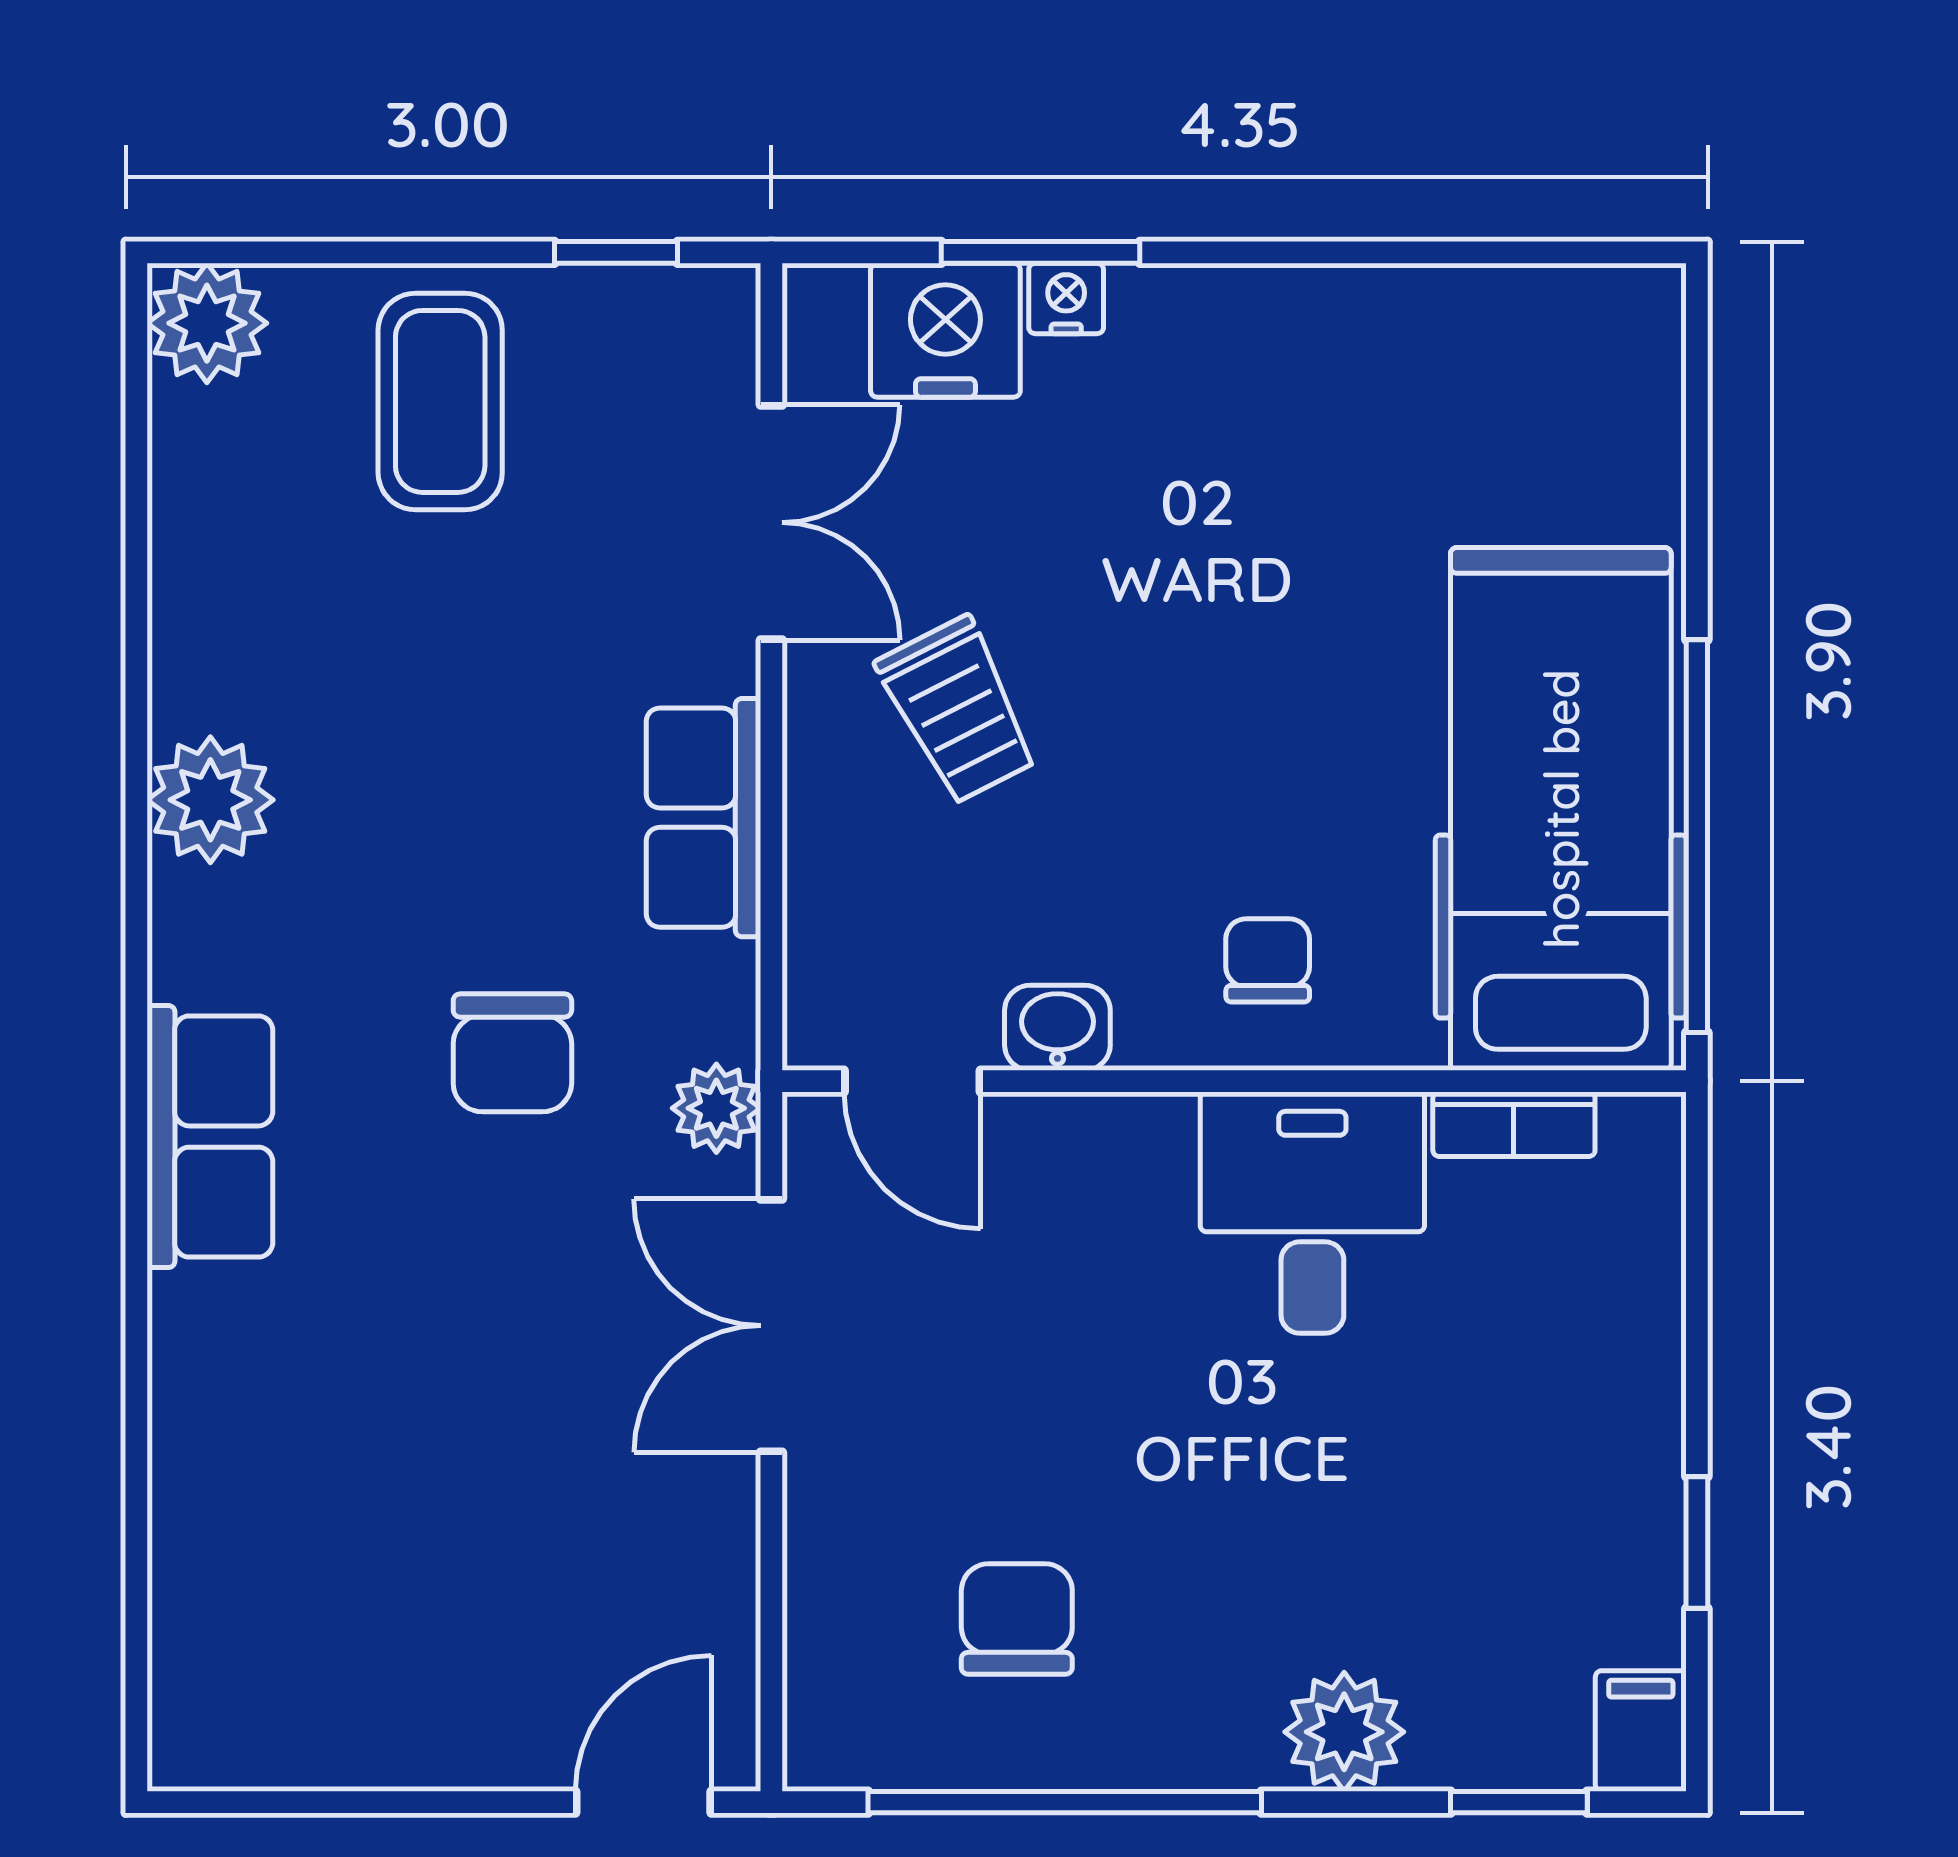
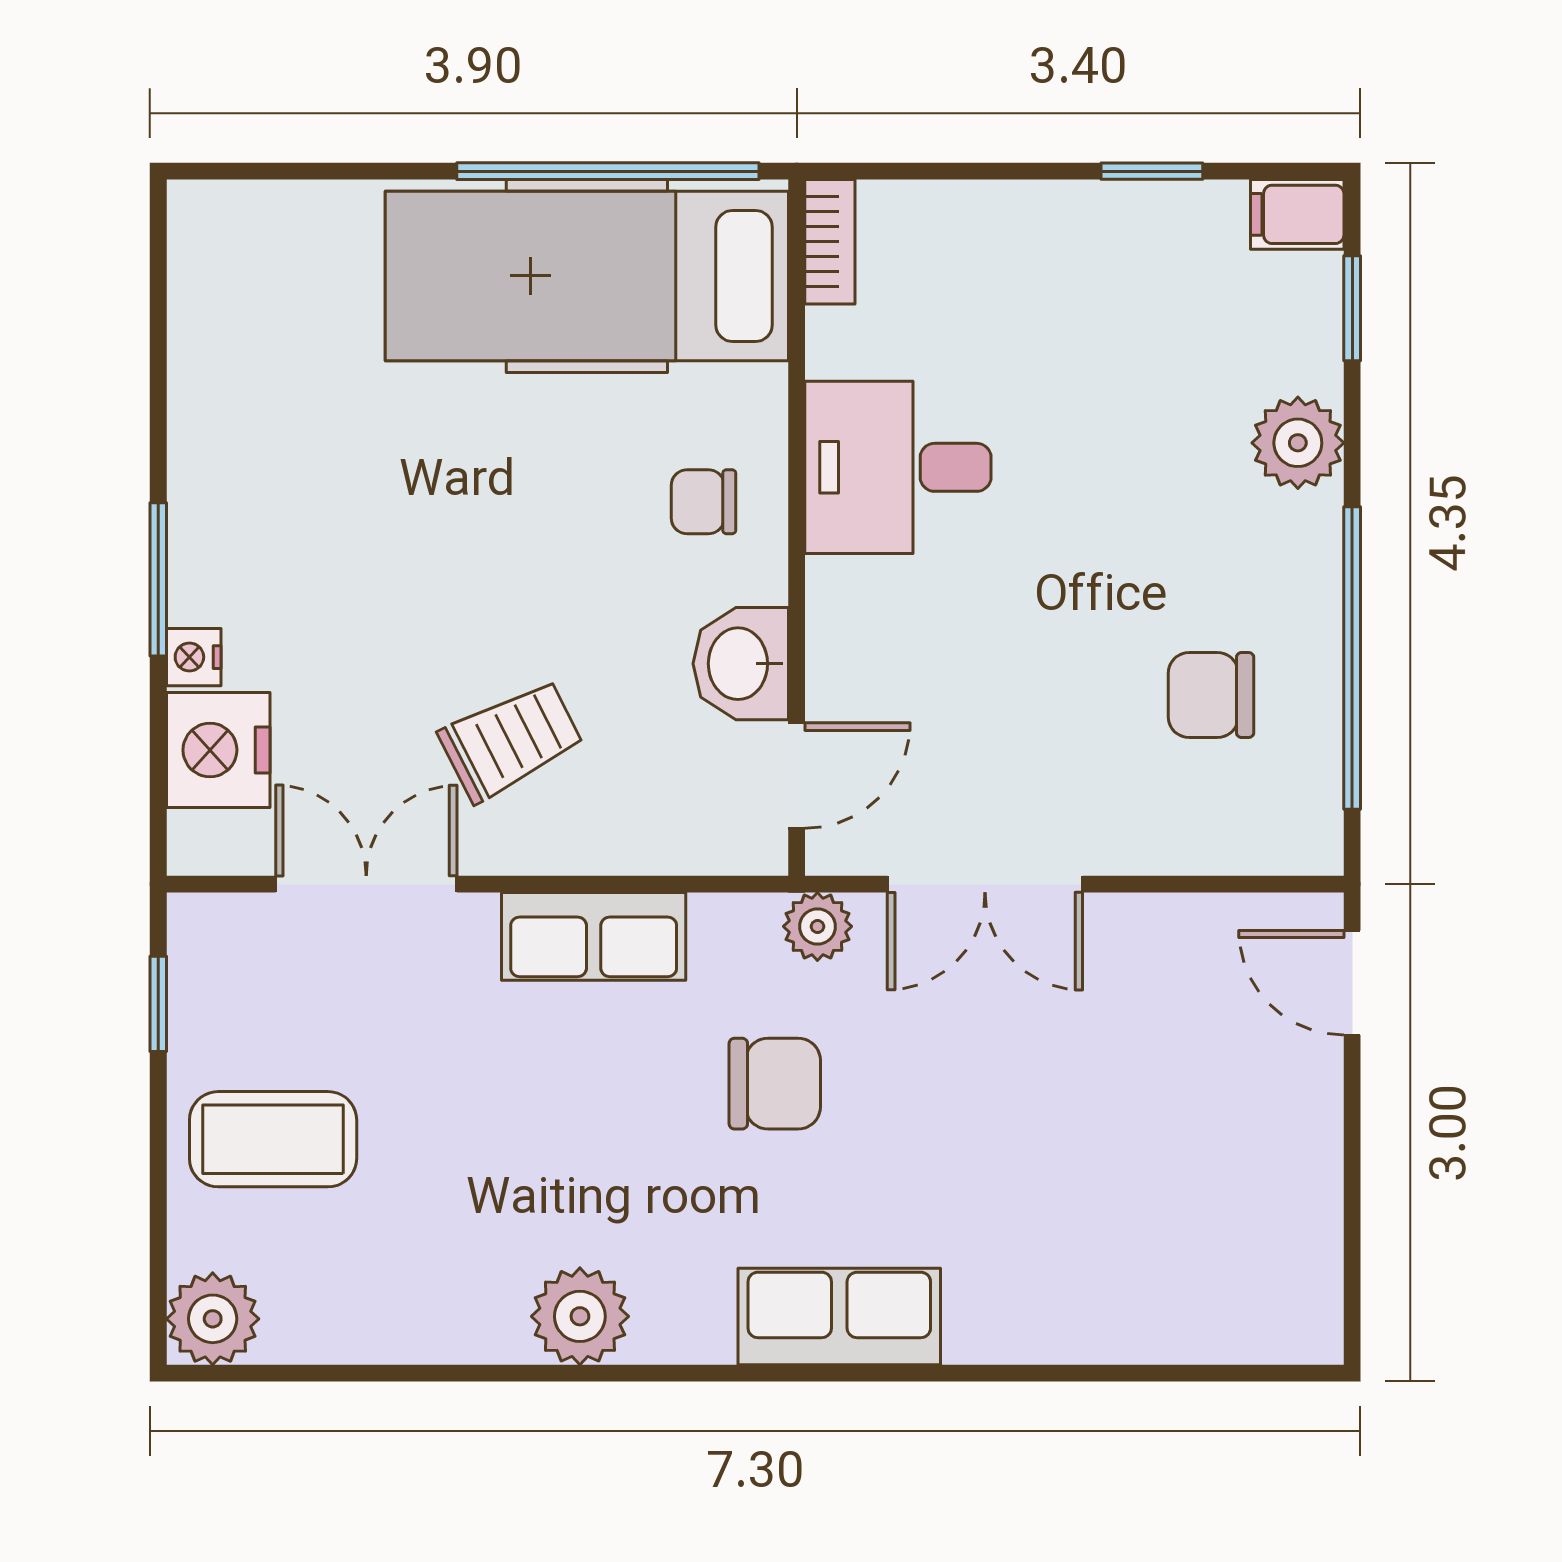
window: (1040, 252) -> (158, 579), moved
washbasin: (1057, 1028) -> (741, 664), width x1.38, depth x1.45
bookcase: (1514, 1124) -> (830, 242), moved

